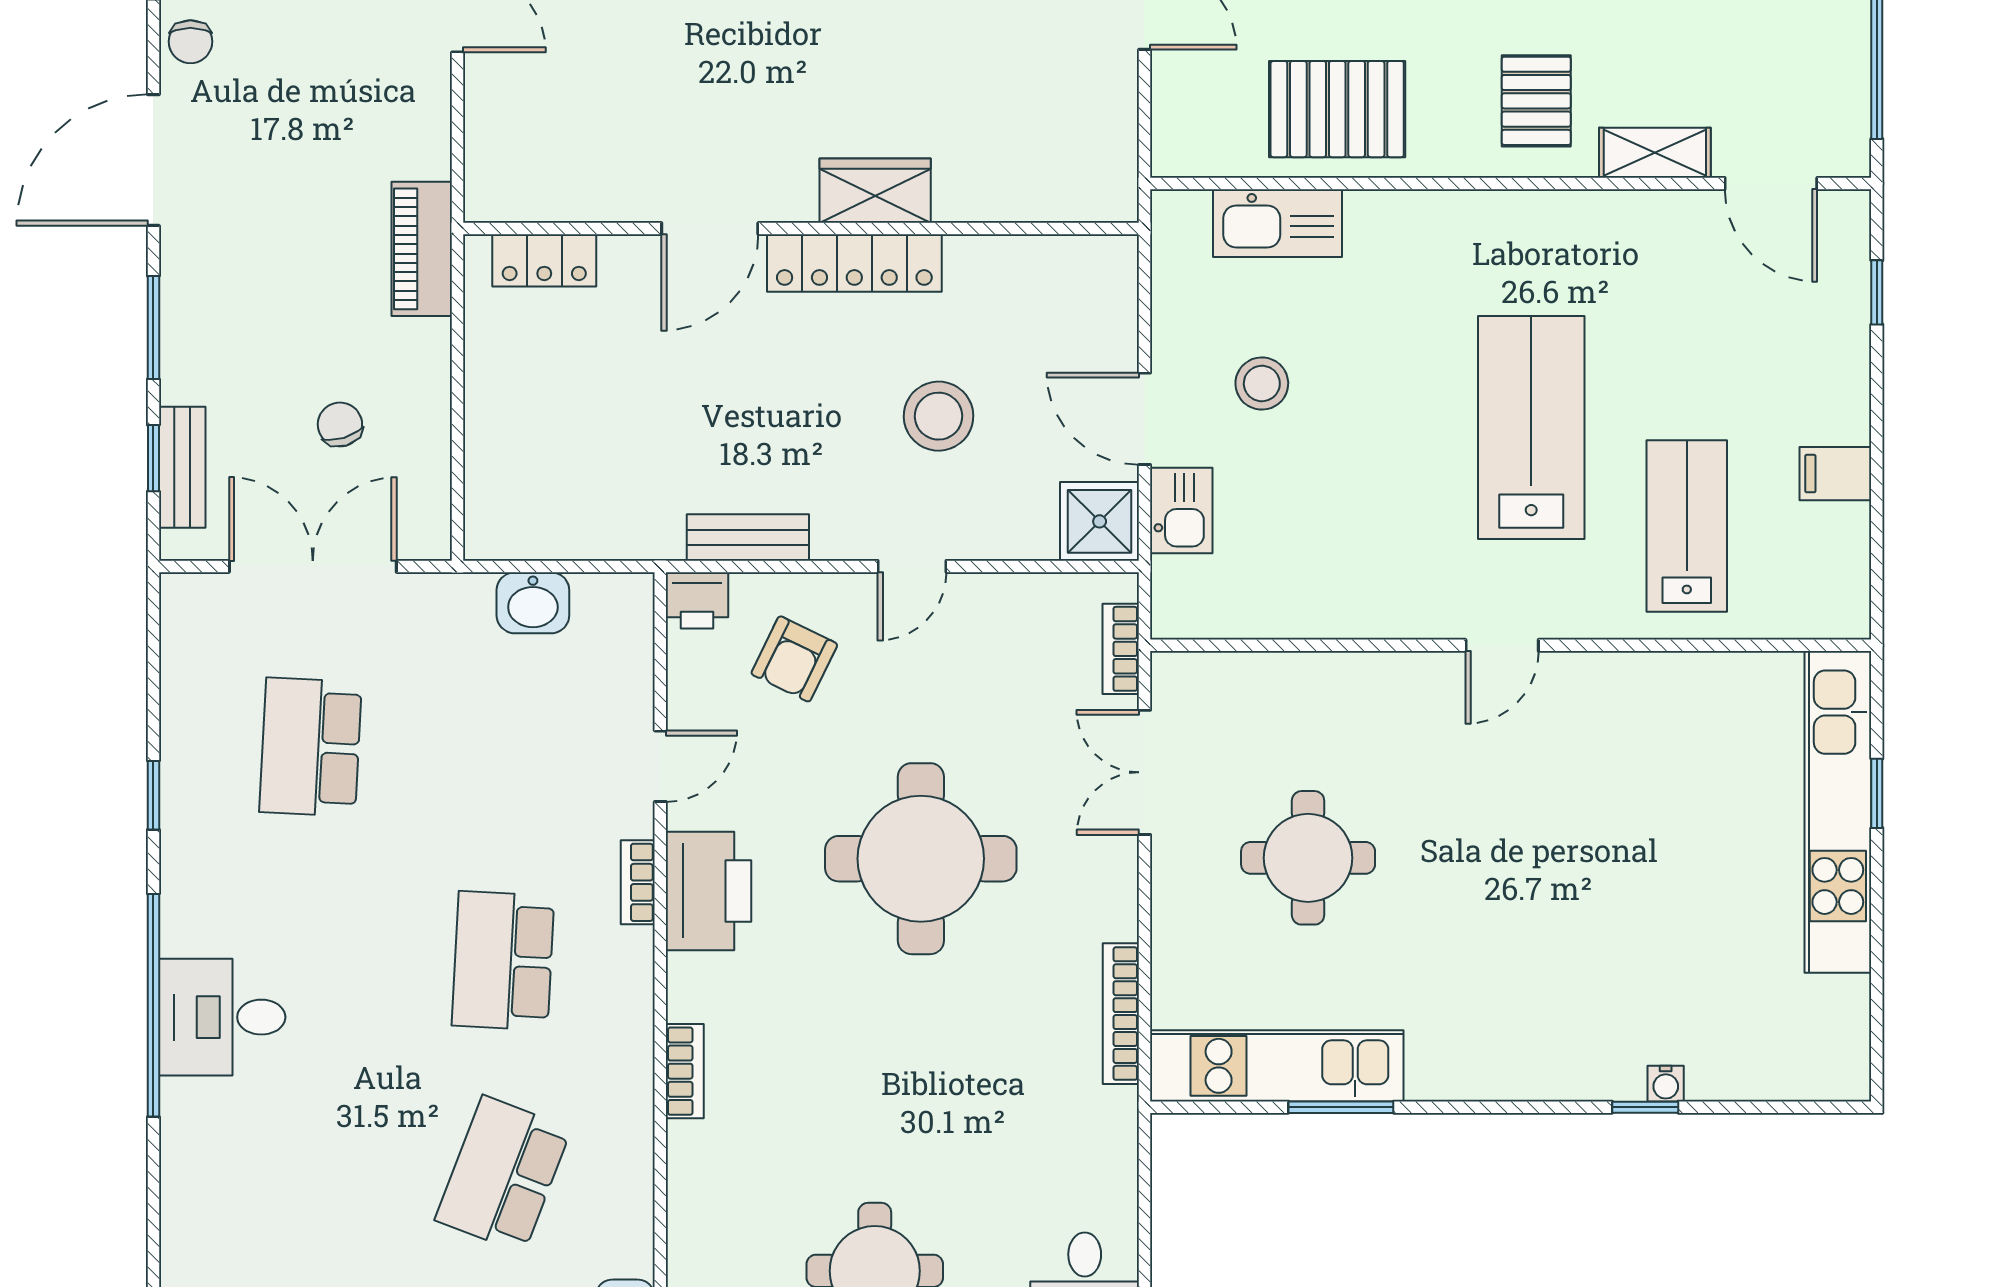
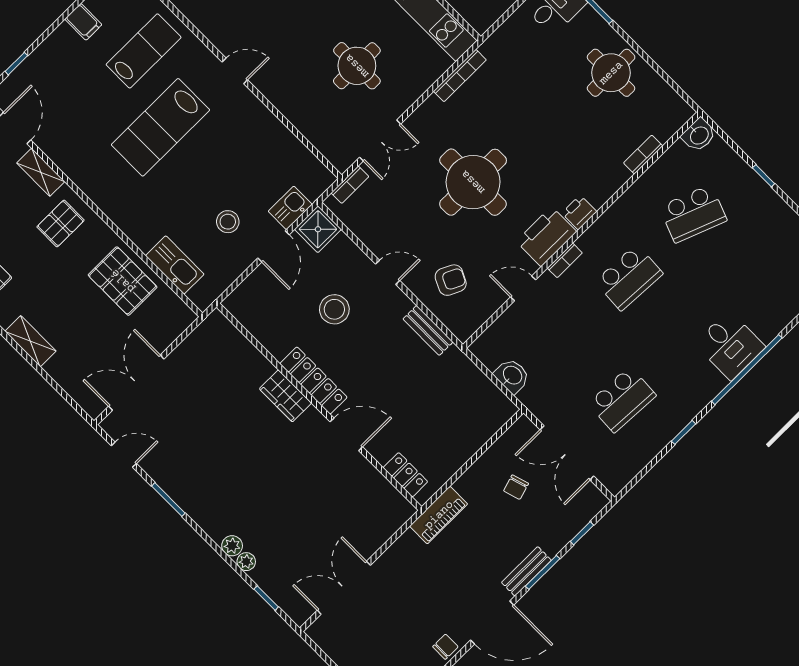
bench: (182, 467) -> (526, 571), moved
lab bench: (1687, 526) -> (144, 51), turned 180
printer: (697, 600) -> (579, 212), moved, turned -90
bookcase: (685, 1071) -> (643, 154), moved

